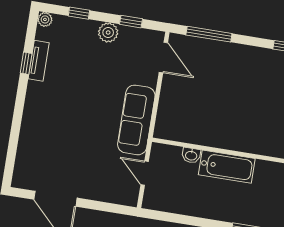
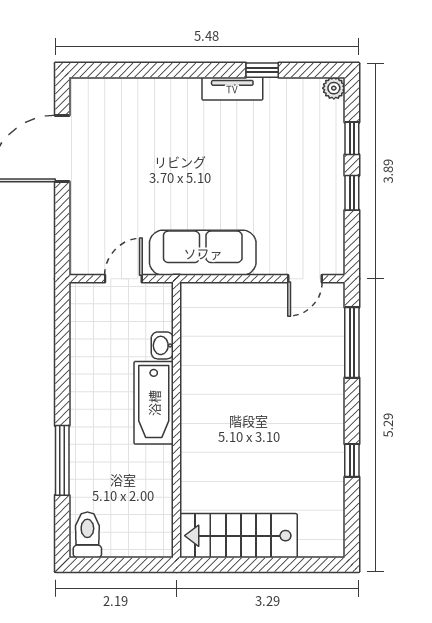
window: (131, 22) -> (352, 193), moved
plant: (108, 33) -> (330, 188), removed
door: (163, 58) -> (305, 279), width x0.73
tv unit: (39, 61) -> (232, 89), moved

